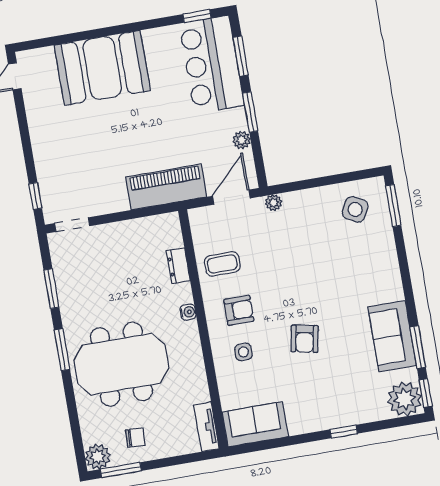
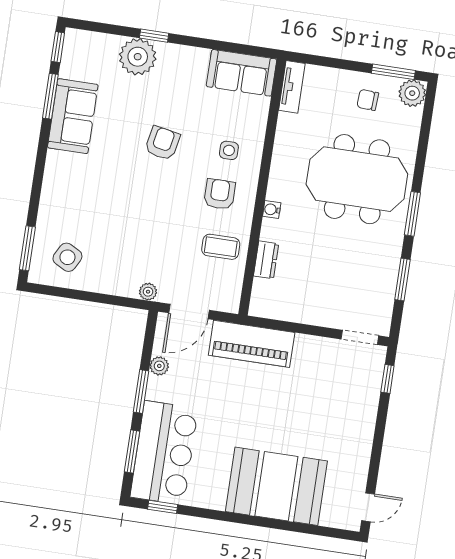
armchair: (239, 310) -> (220, 194), turned 90
plant: (405, 399) -> (138, 57), moved

